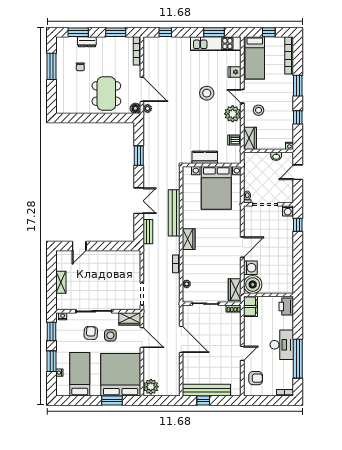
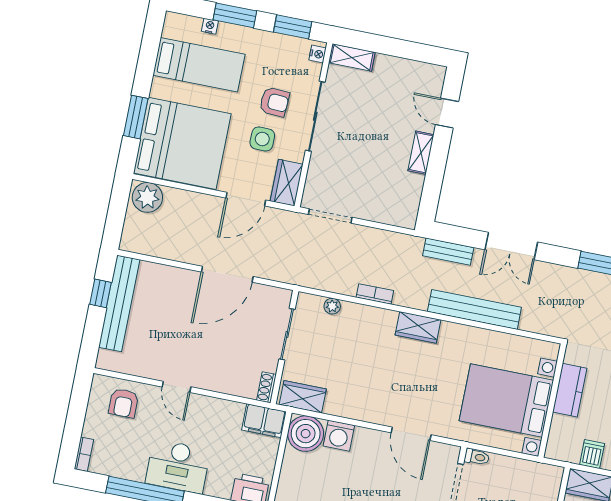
door: (242, 247) -> (411, 434), moved
shelving: (101, 255) -> (421, 153), added
shelving: (61, 282) -> (352, 57), moved

